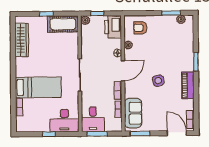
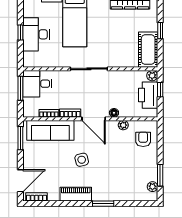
printer: (113, 27) -> (148, 95), moved, turned -90
sofa: (133, 113) -> (50, 130), width x1.36
desk: (64, 121) -> (36, 34), moved

